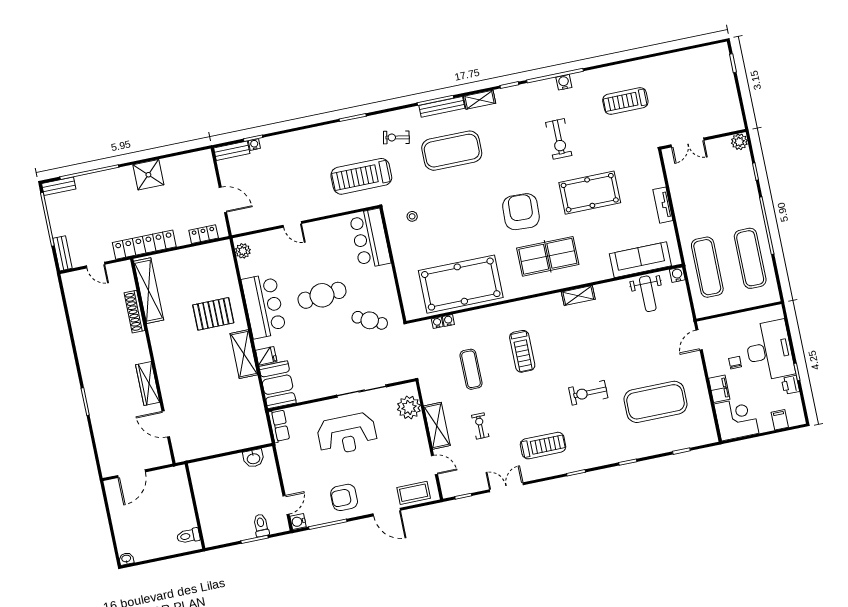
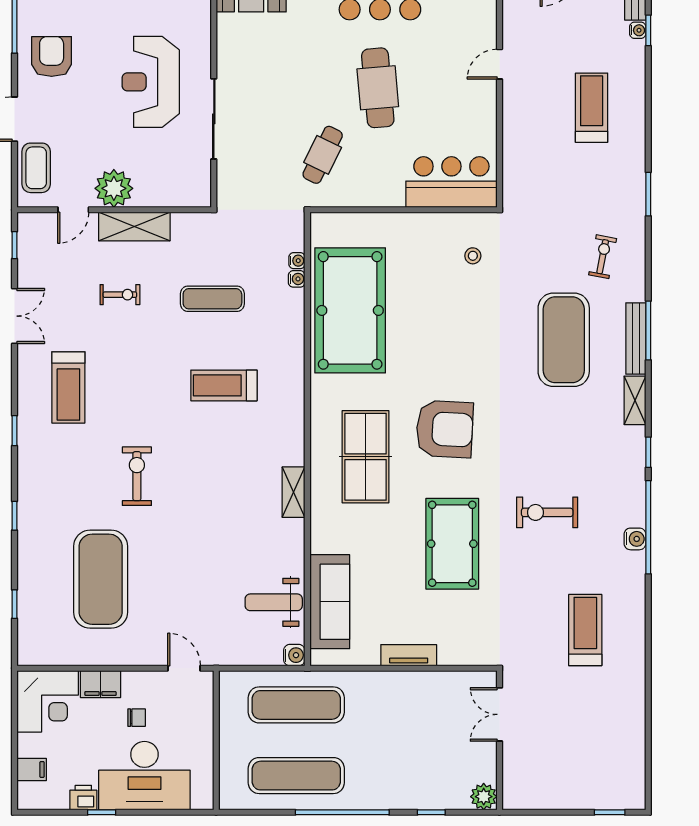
treadmill: (361, 176) -> (592, 108), moved, width x0.73, depth x0.73
plant: (409, 407) -> (114, 188), moved

